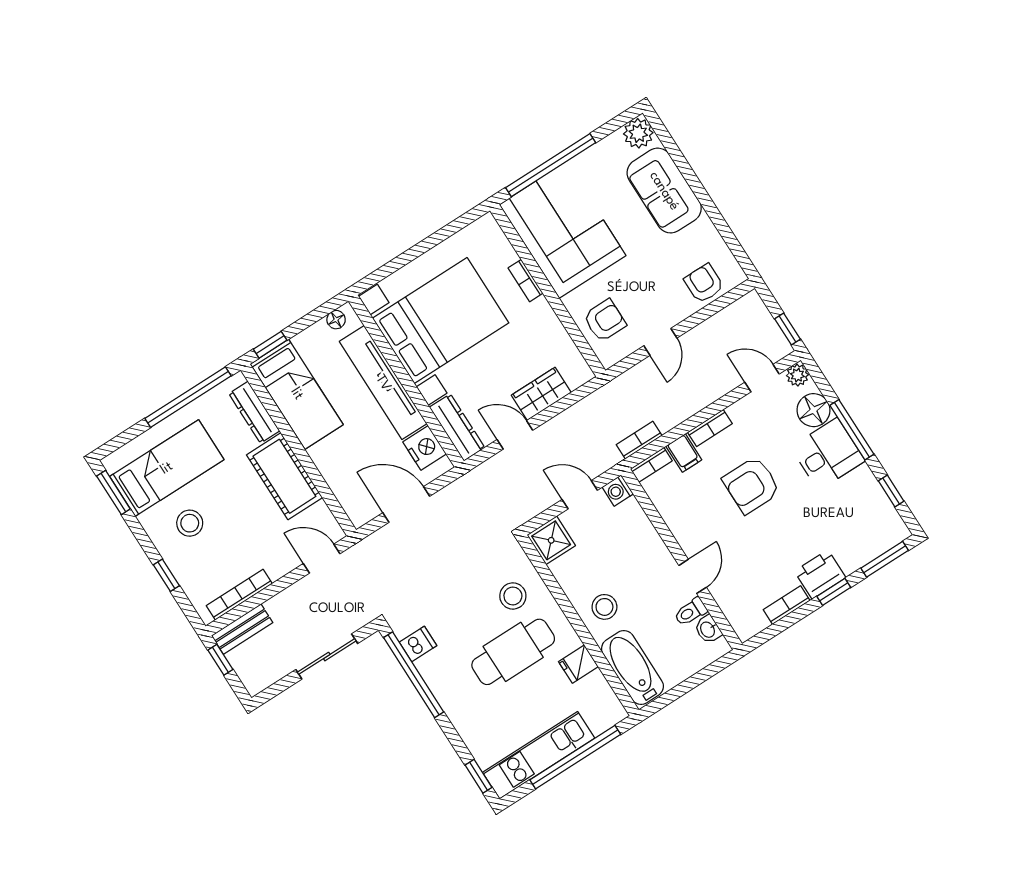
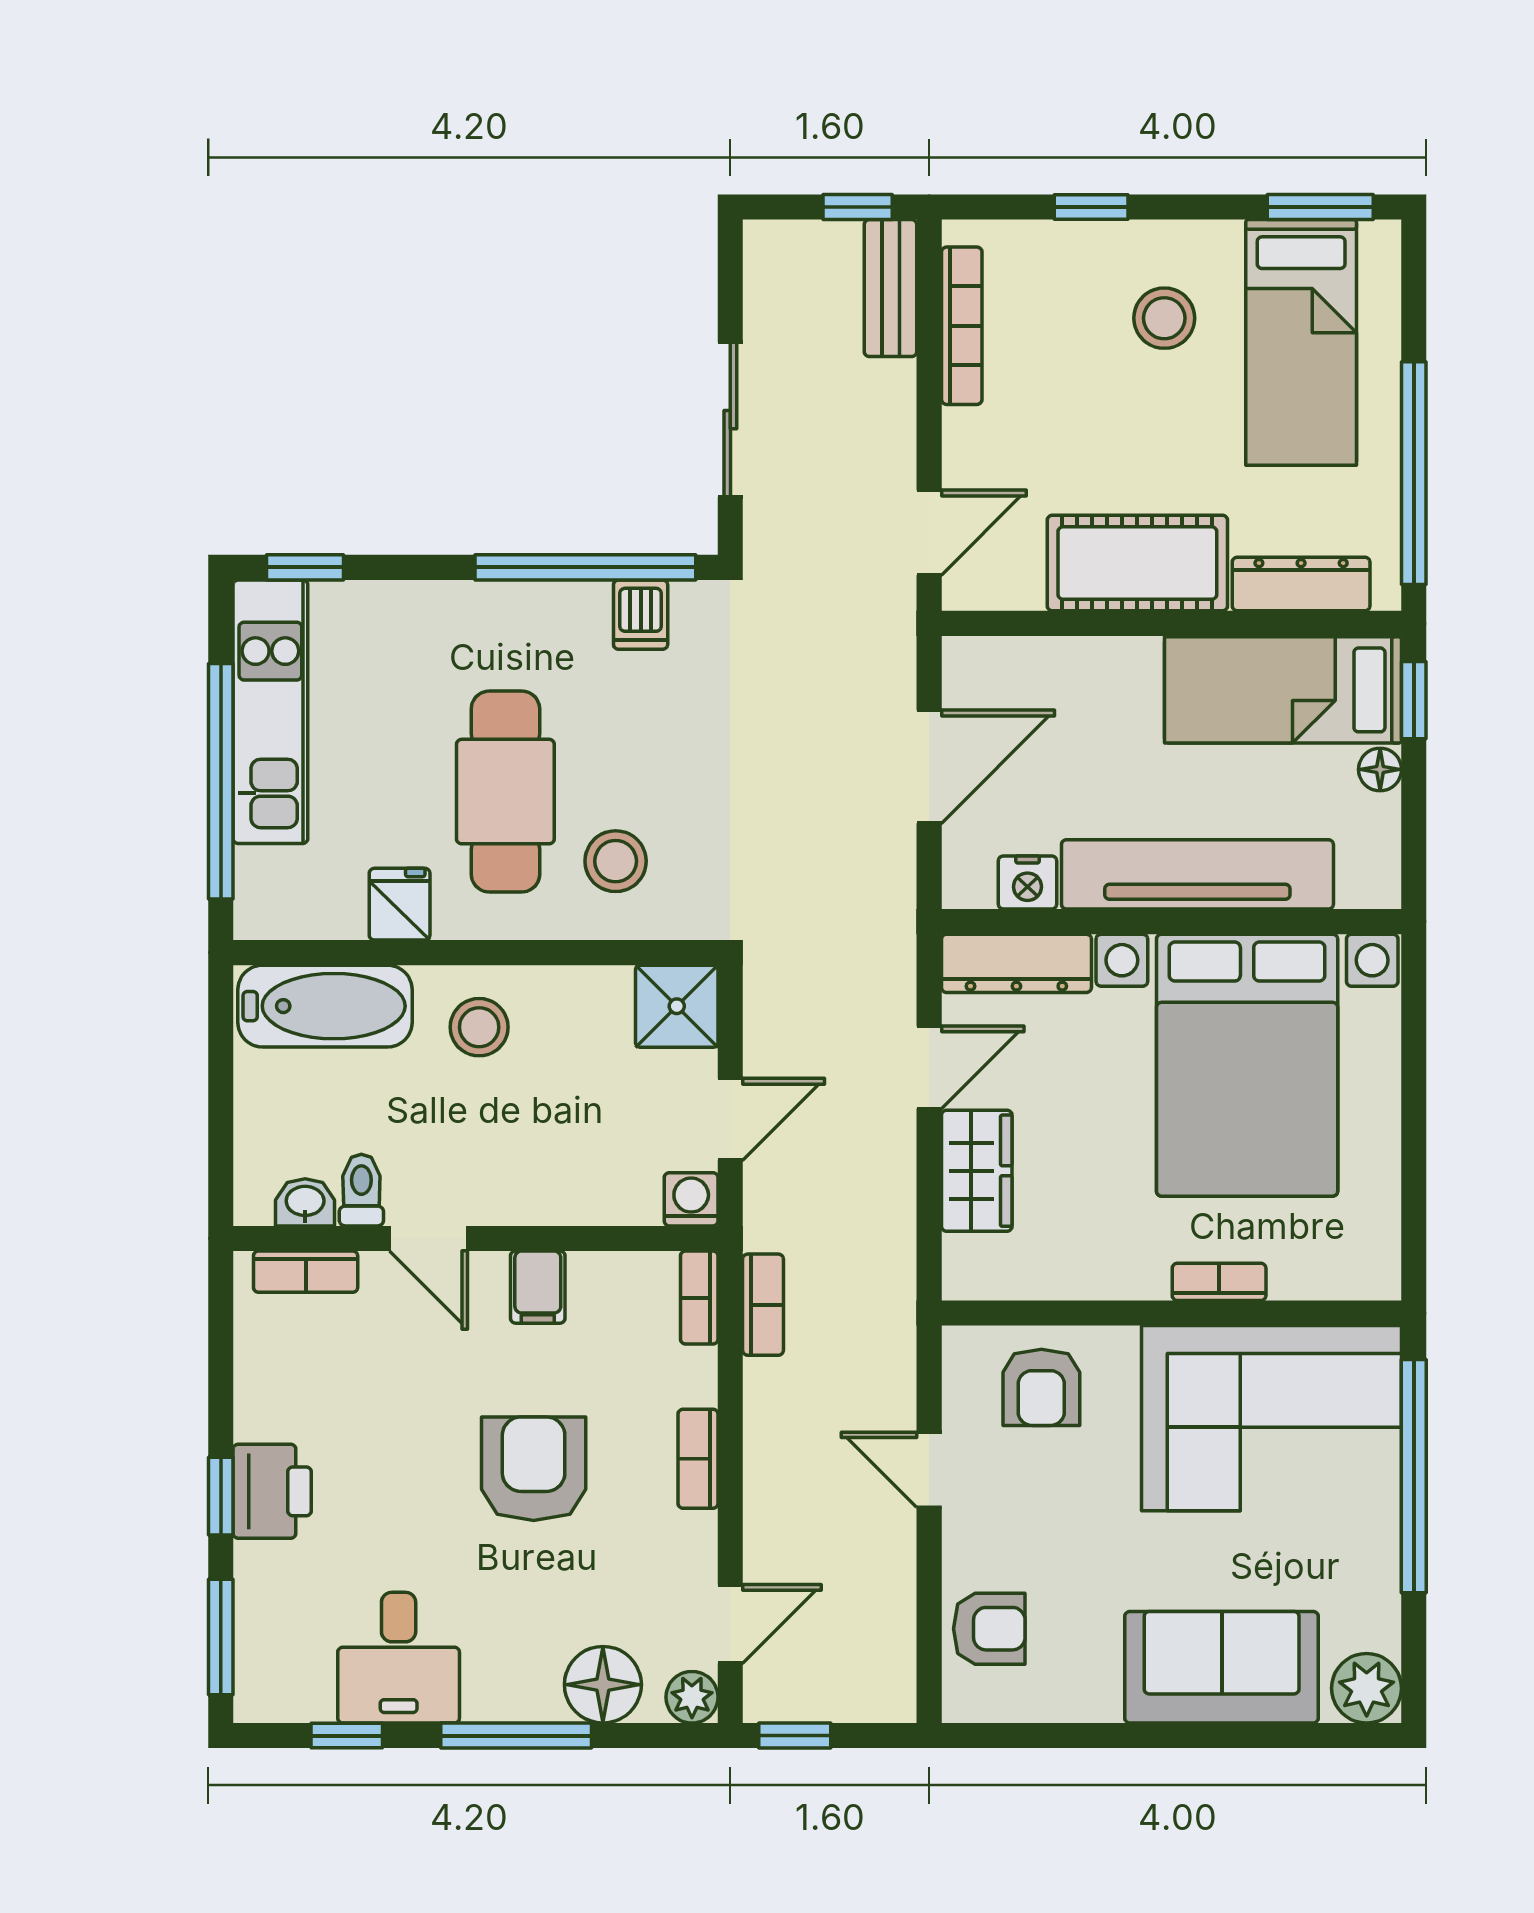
floor lamp: (336, 320) -> (1380, 769), moved
nightstand: (425, 448) -> (1028, 882), width x0.74, depth x0.75
filing cabinet: (684, 453) -> (538, 1287), moved, turned -90
desk: (828, 454) -> (399, 1658), moved
bookcase: (787, 605) -> (306, 1272), moved, turned 90

